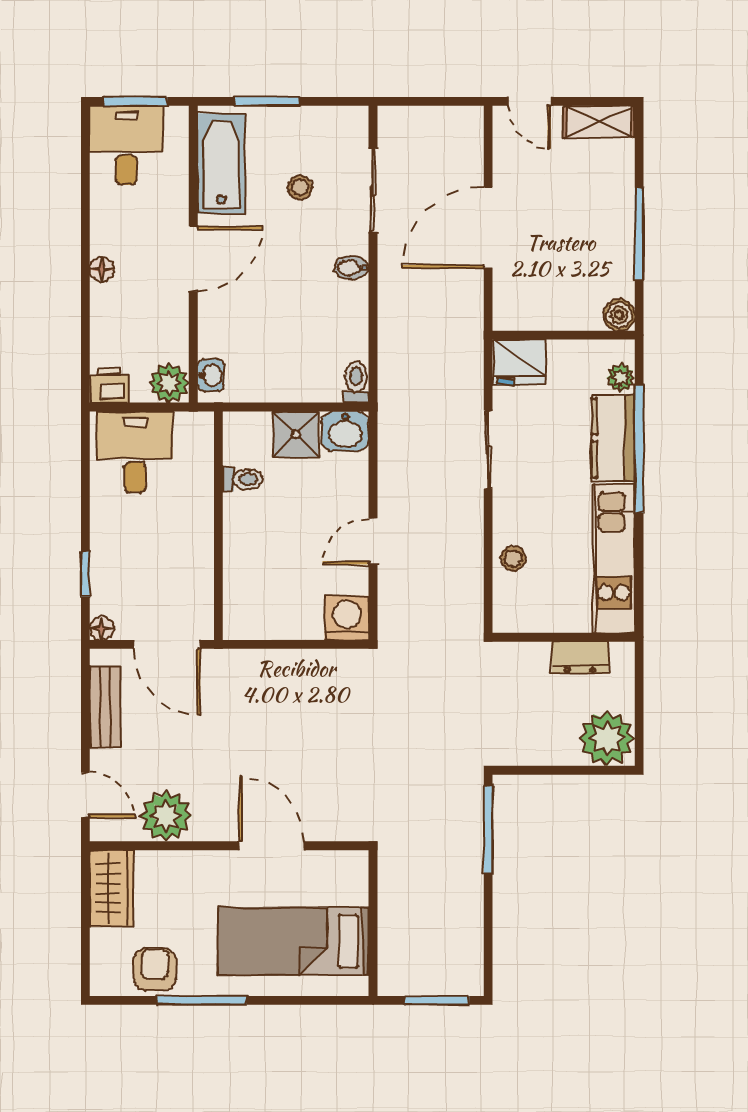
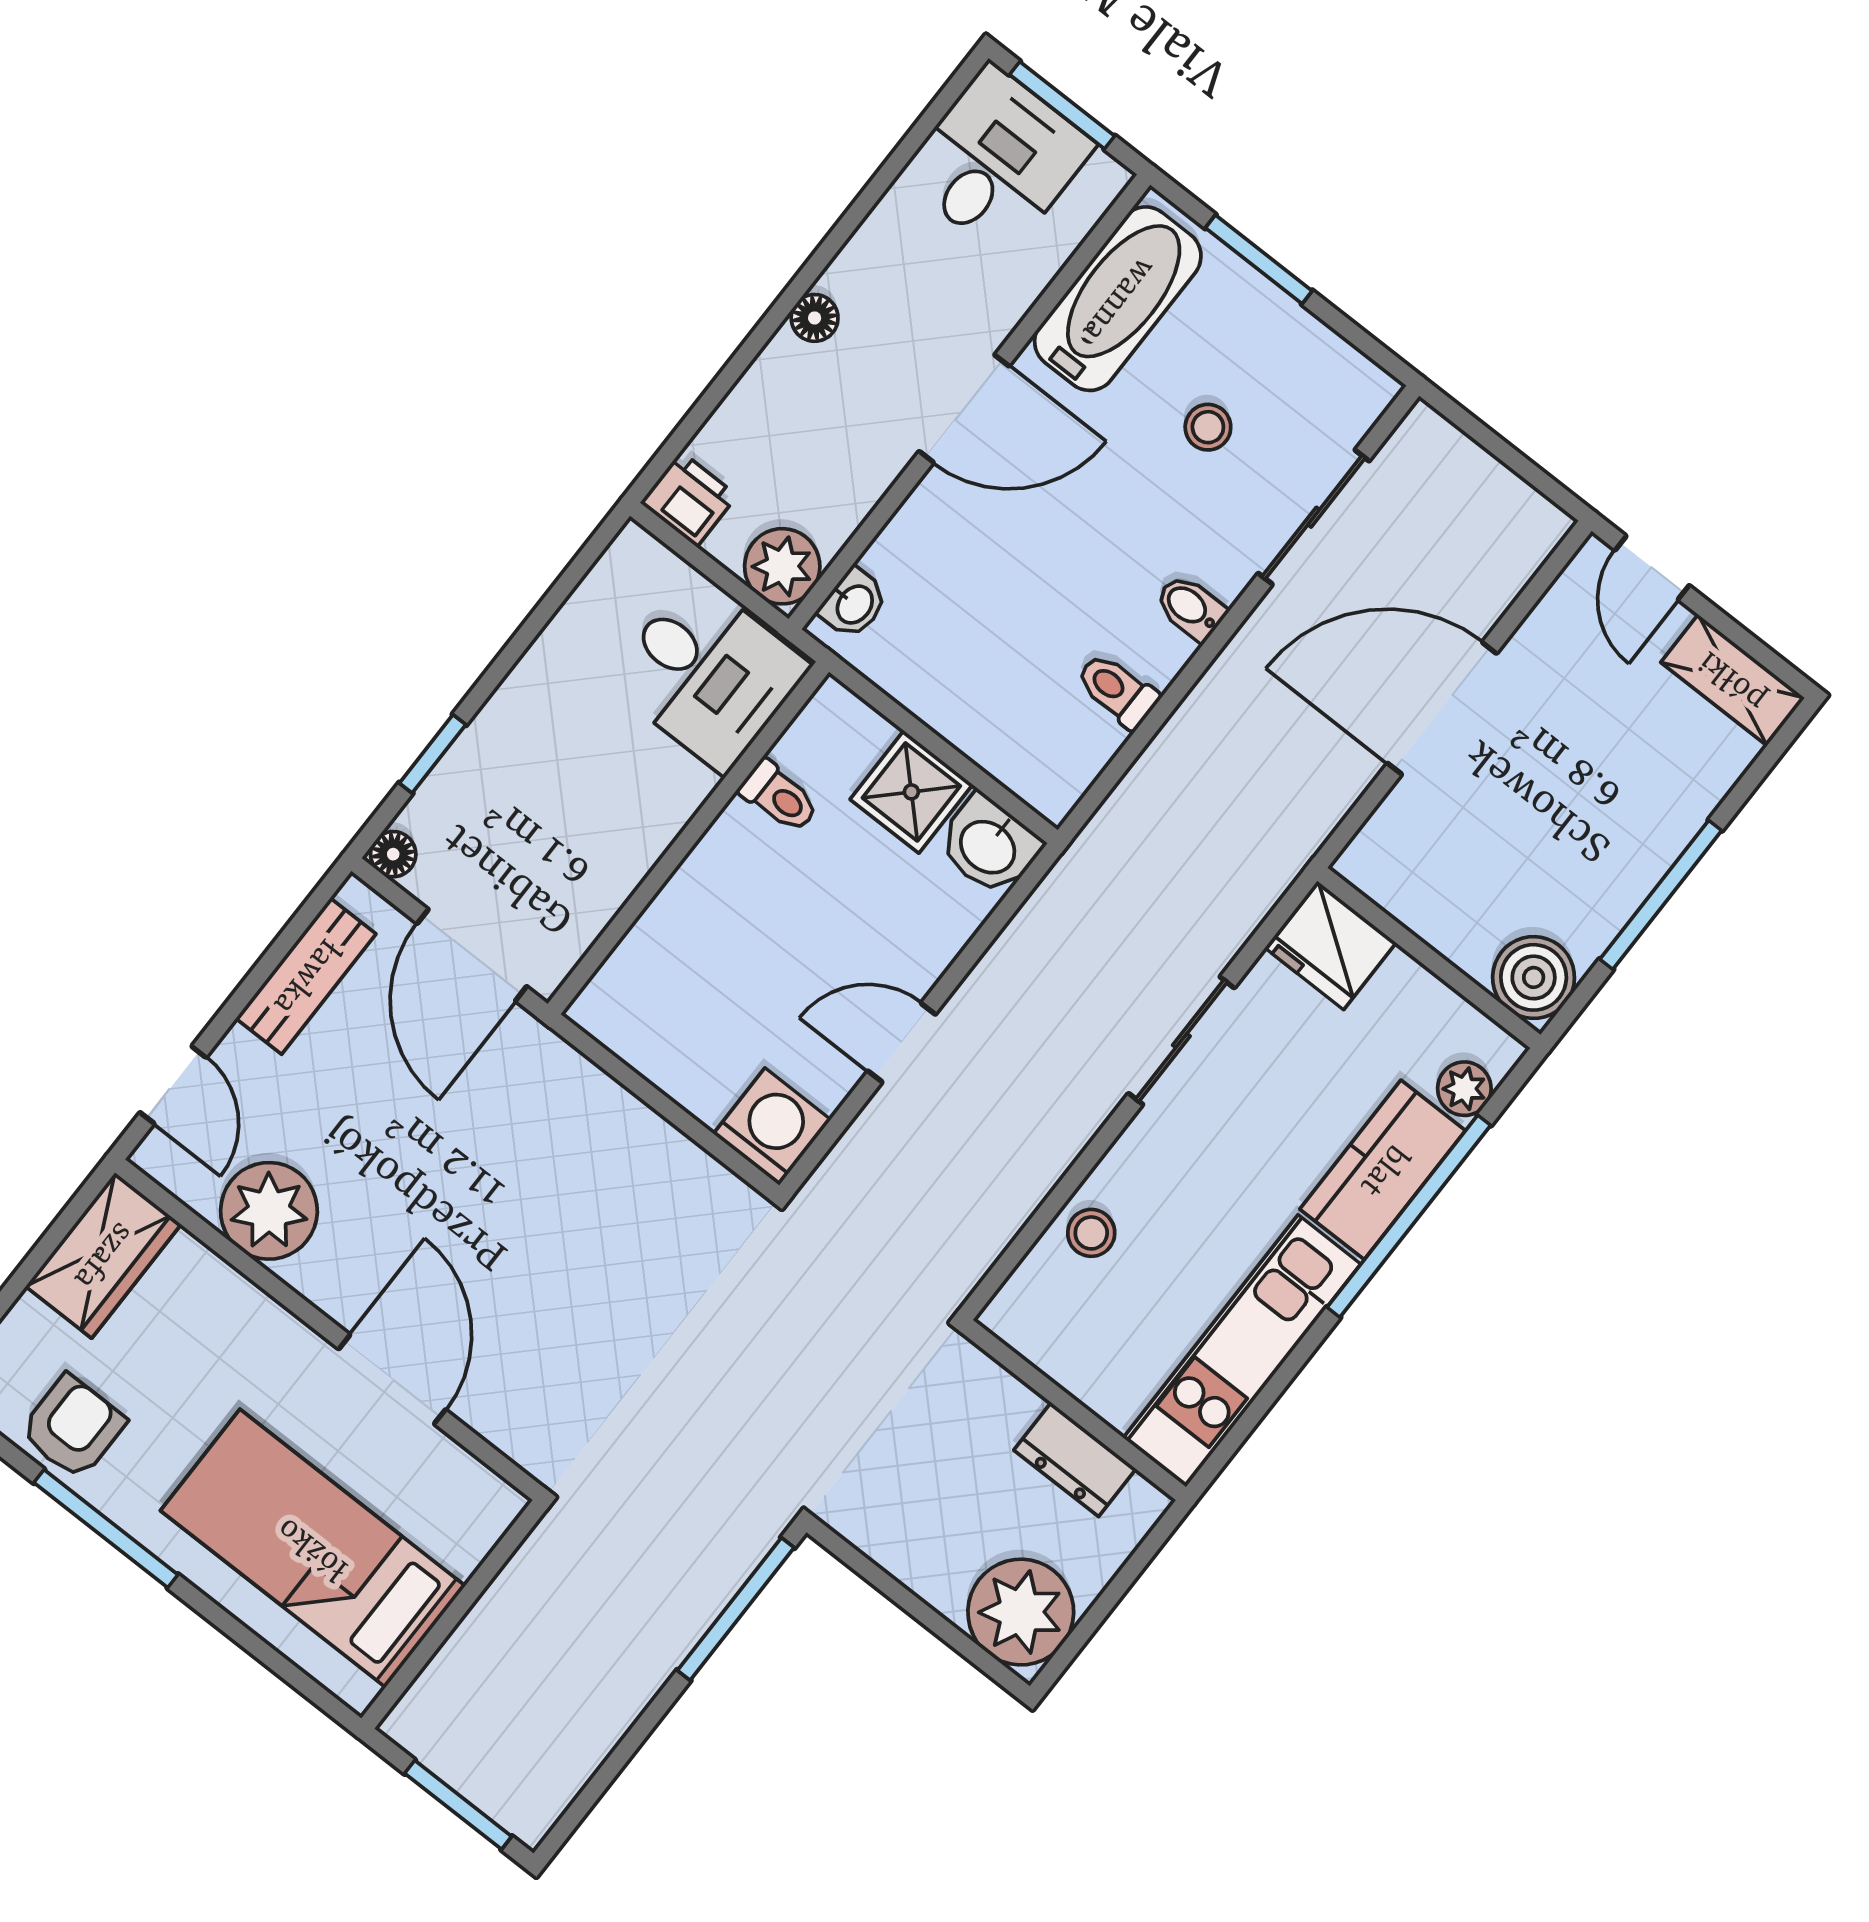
boiler: (619, 315) -> (1534, 977), width x1.36, depth x1.36
toilet: (356, 382) -> (1117, 690), moved, turned -90
desk: (135, 452) -> (708, 674), moved, turned 90

